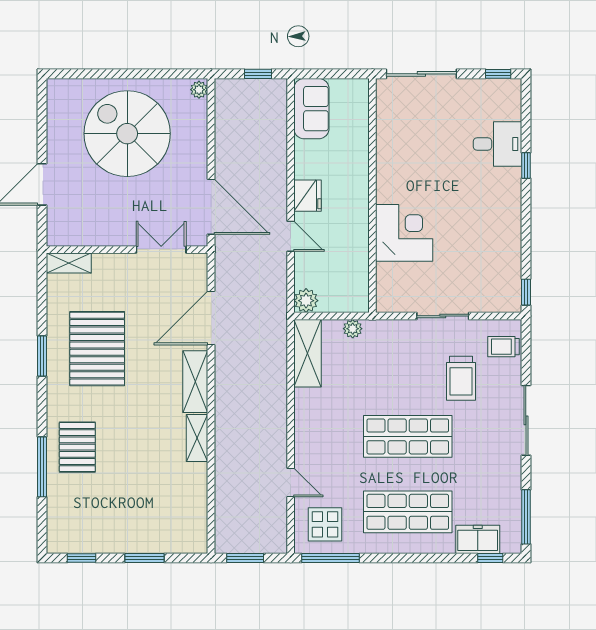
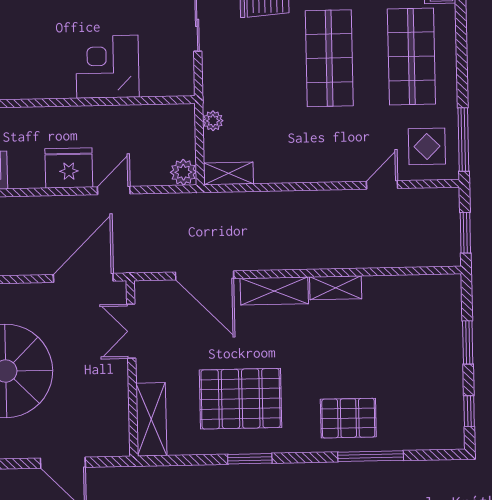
fridge: (308, 196) -> (69, 168), width x1.36, depth x1.34
shelving: (69, 263) -> (151, 419), width x1.50, depth x1.33
shelving: (307, 353) -> (228, 173), width x0.67, depth x0.75

